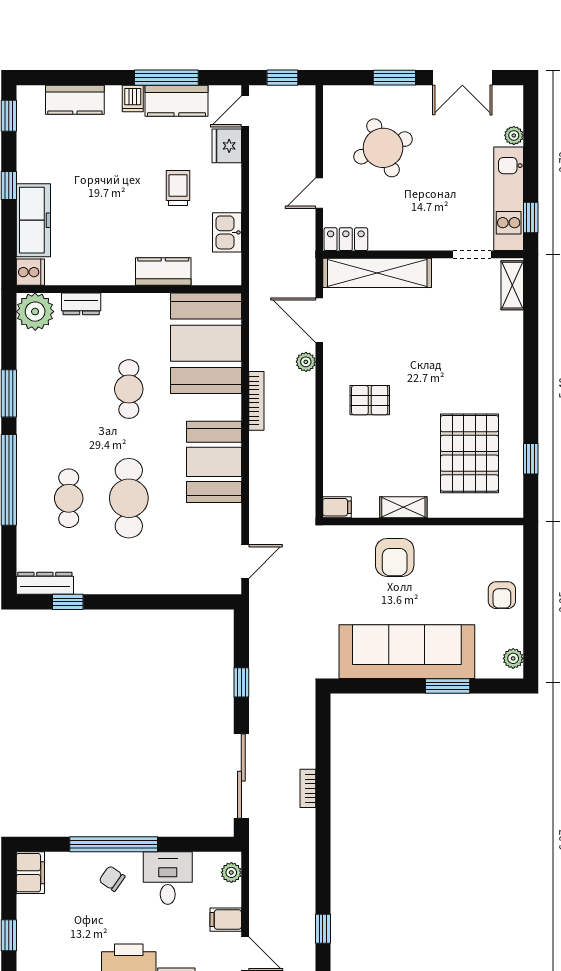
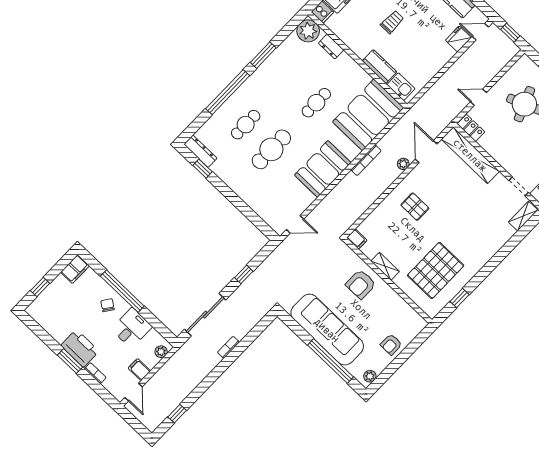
trolley: (178, 188) -> (392, 22), moved
kitchen sink: (227, 232) -> (401, 87), moved, turned 90
window: (448, 686) -> (330, 361), width x2.11

